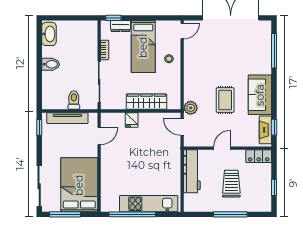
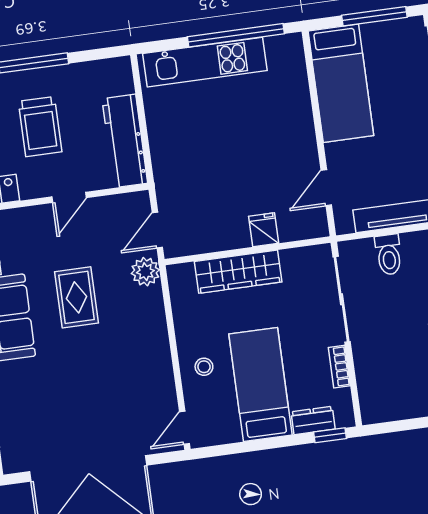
door: (182, 127) -> (157, 230), swing flipped
bed: (79, 185) -> (341, 83), width x0.67

